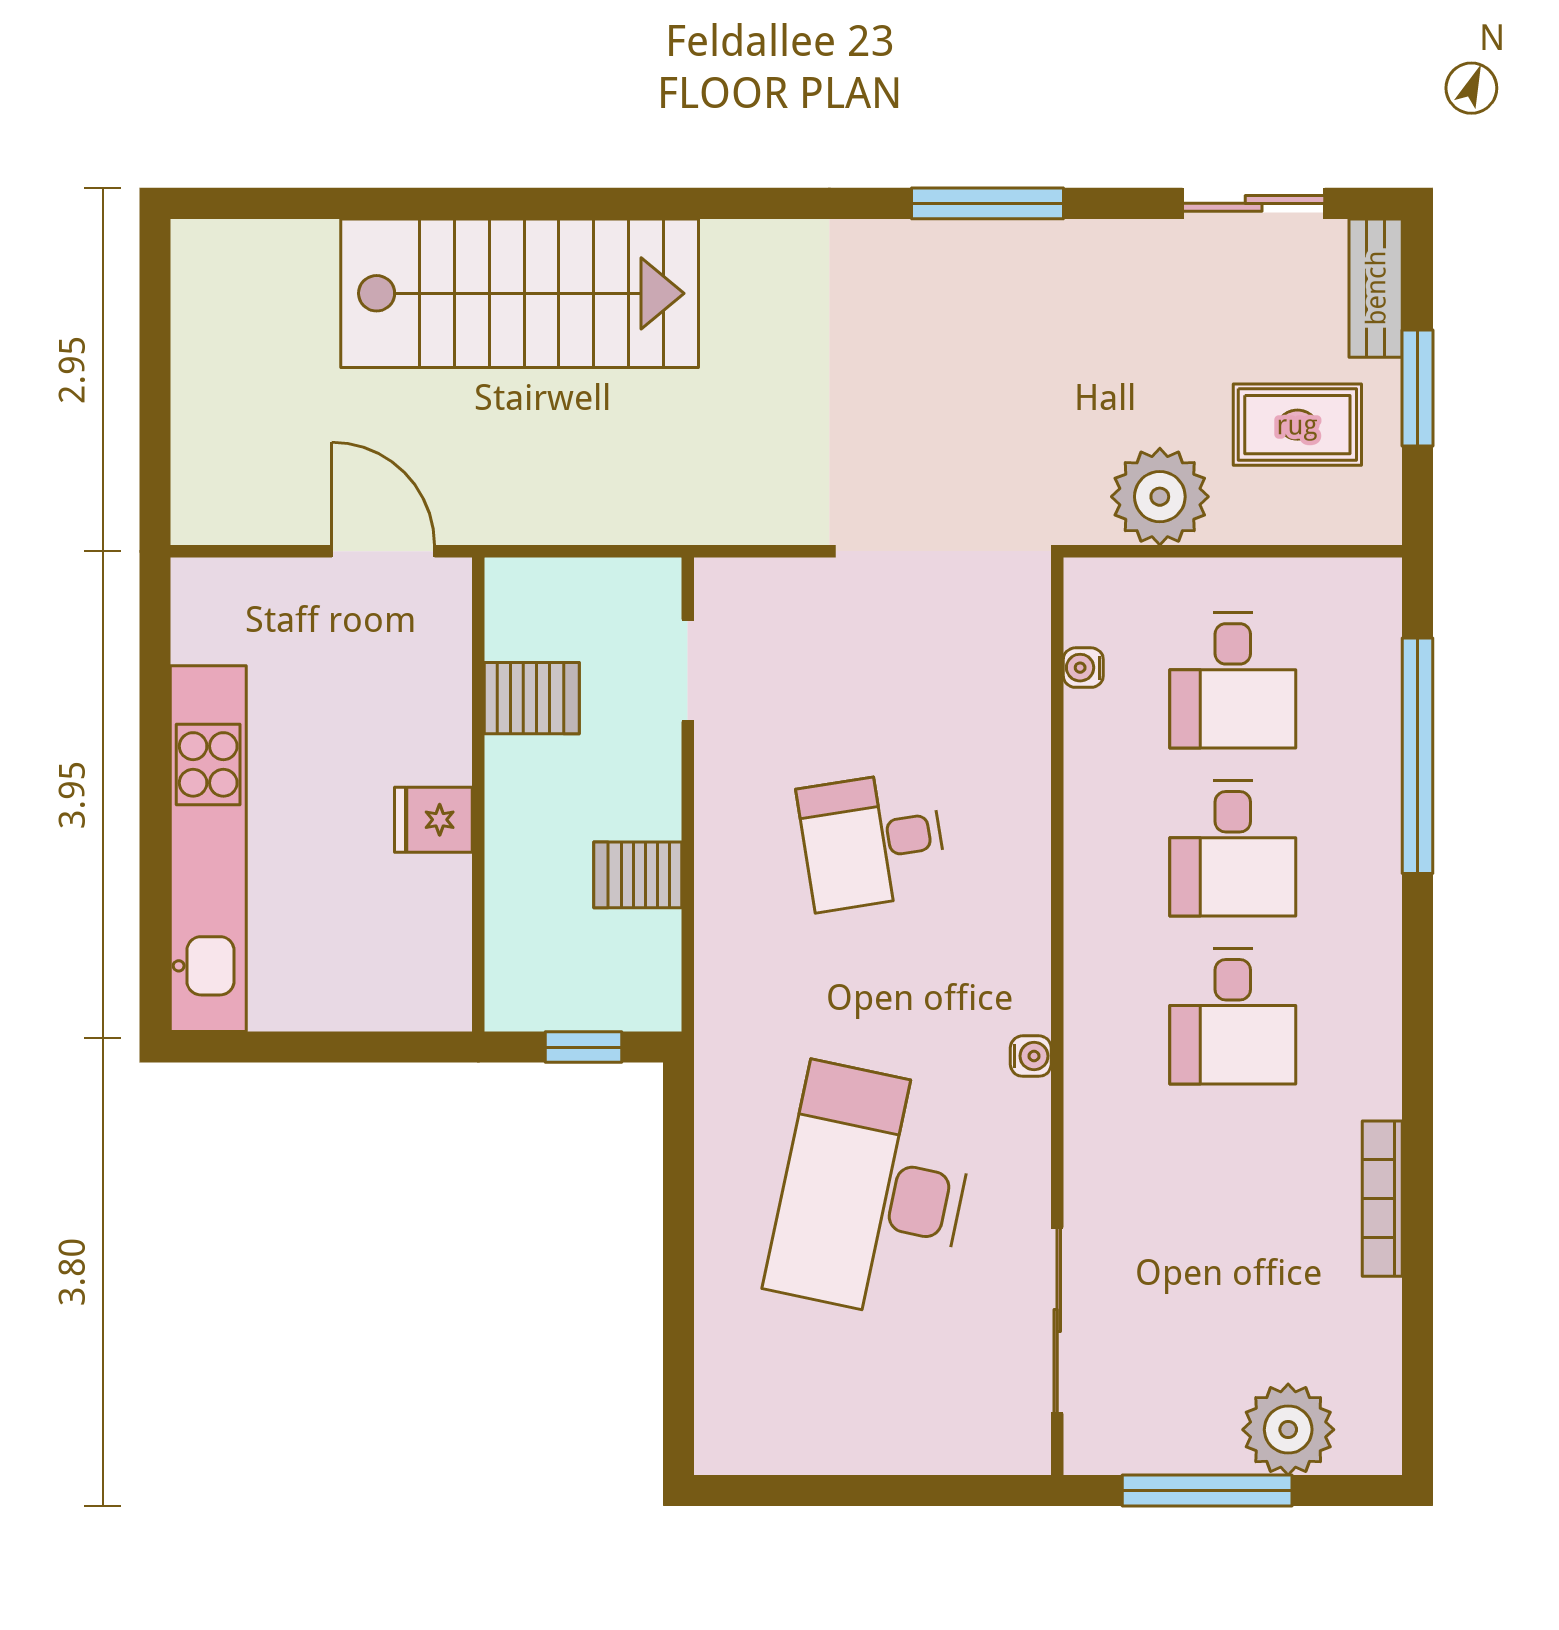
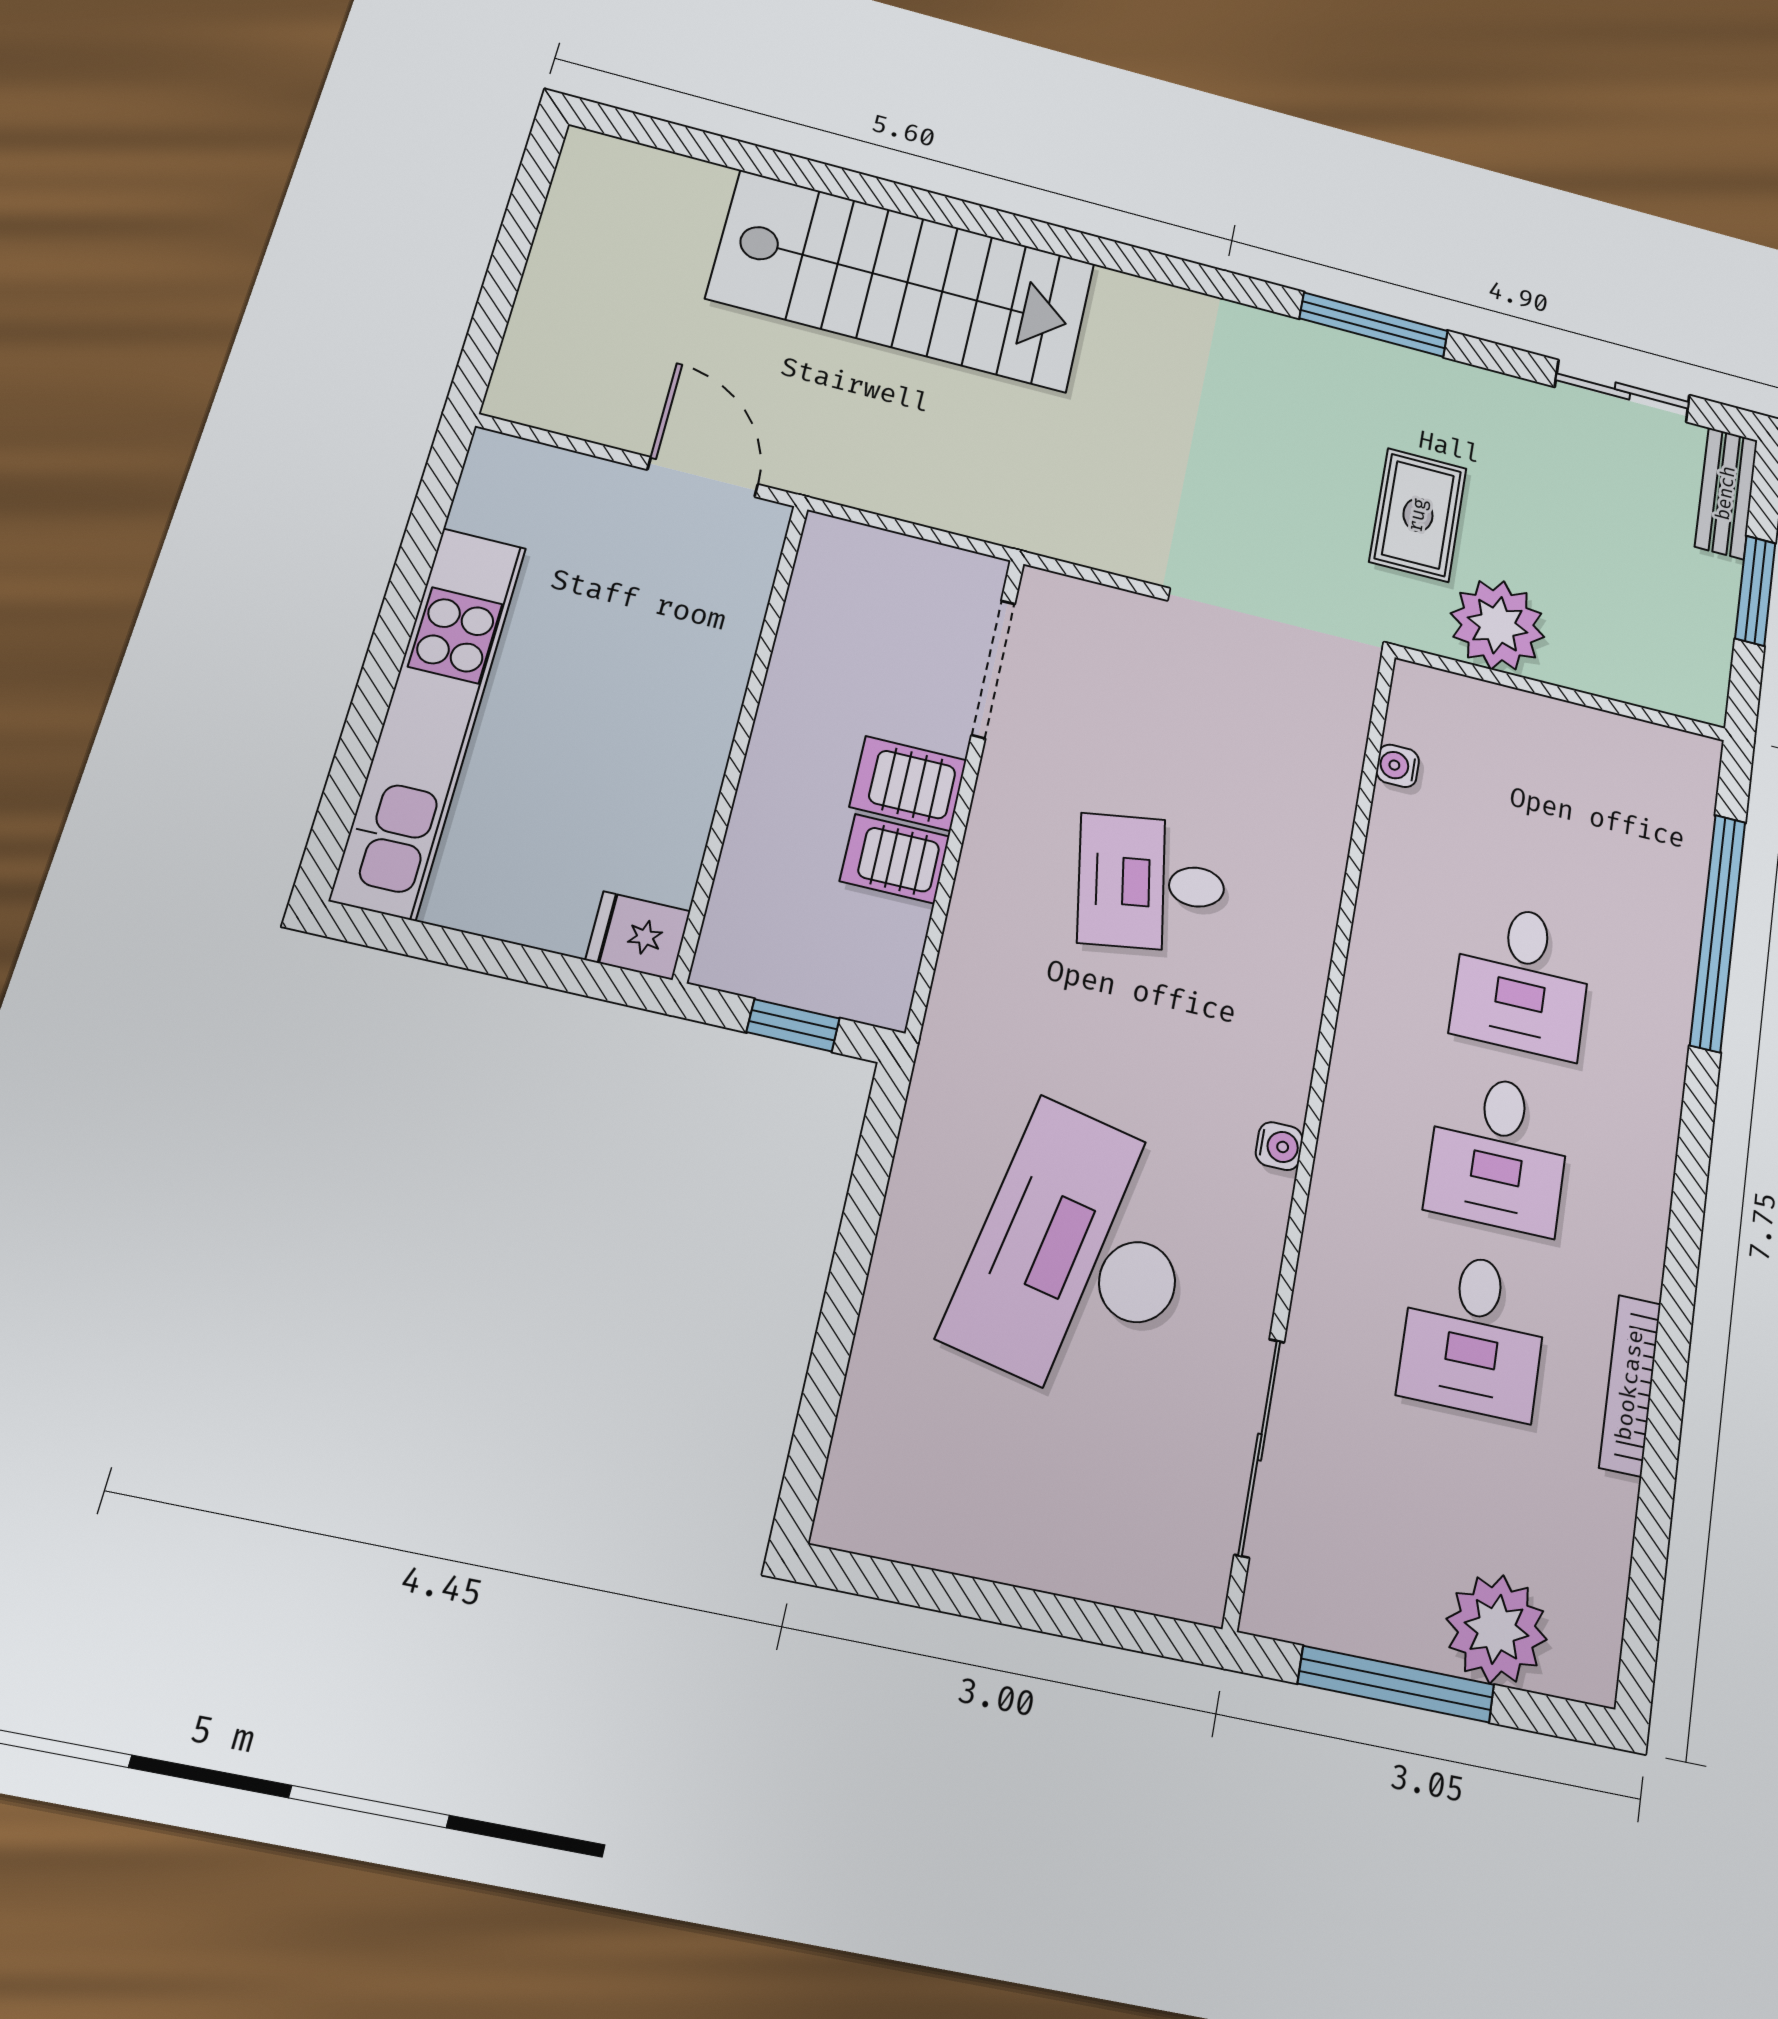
rug: (1297, 425) -> (1418, 515), moved, turned 90
doorway: (688, 670) -> (993, 669), width x1.38
desk: (1233, 680) -> (1474, 1334), moved
server rack: (532, 698) -> (908, 784), moved, turned 180
fridge: (433, 820) -> (638, 936), moved

